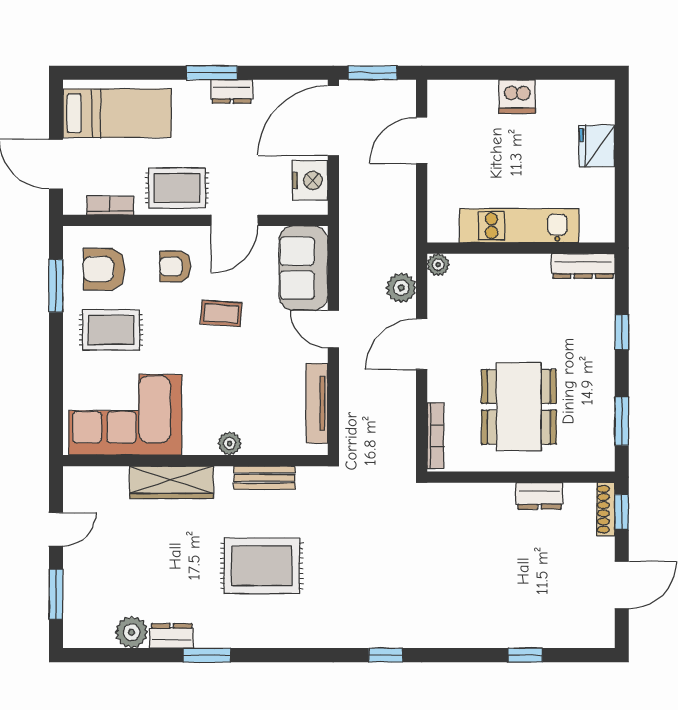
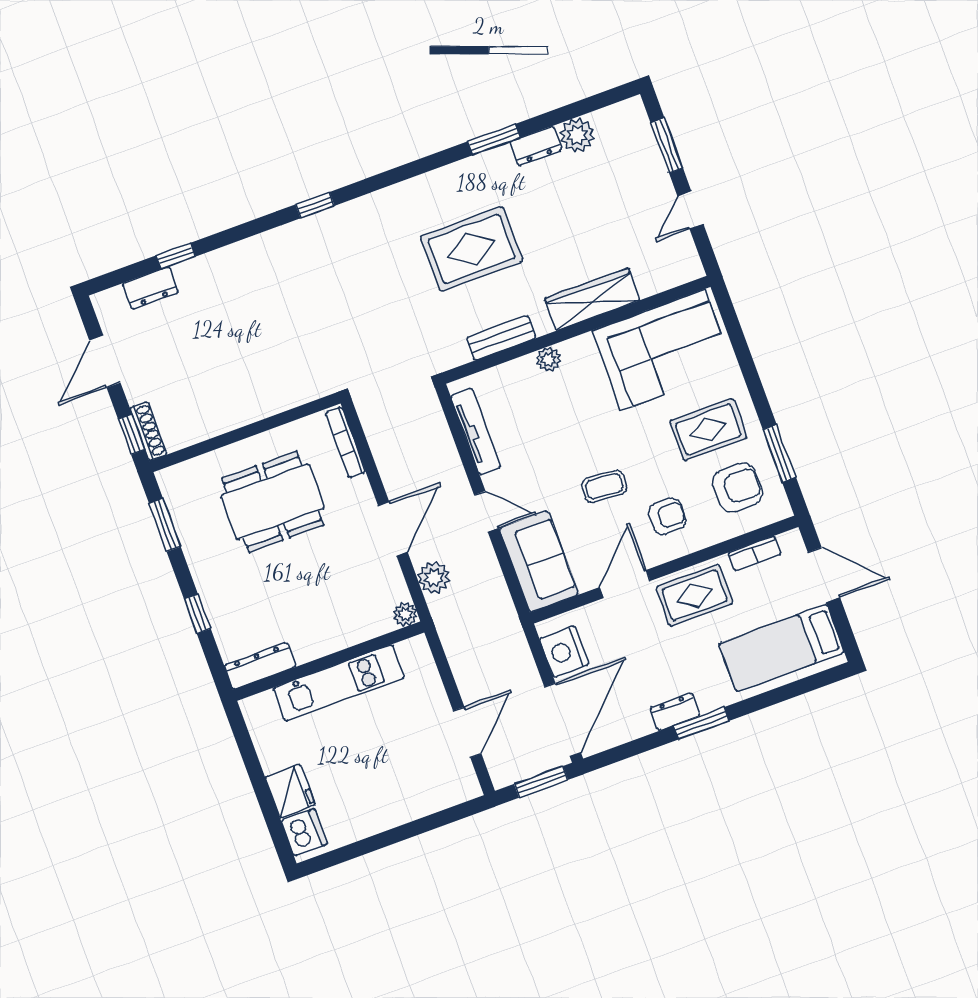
dishwasher: (517, 96) -> (304, 832), moved, turned 90
dining table: (519, 407) -> (273, 502), turned 90
dresser: (539, 496) -> (150, 288), moved, turned 180

